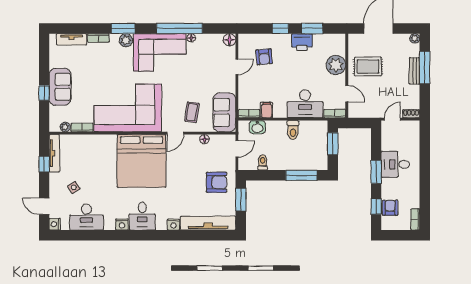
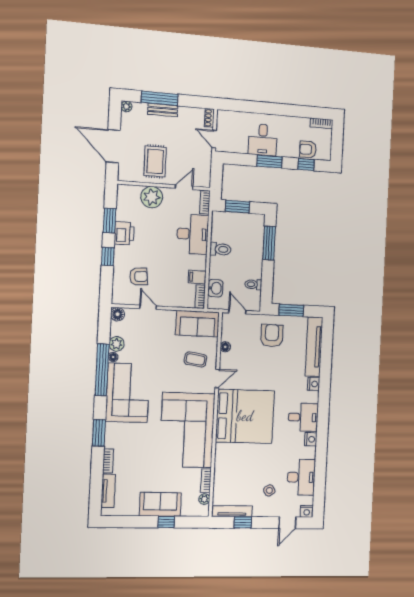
plant: (126, 40) -> (117, 344), moved
door: (175, 133) -> (217, 379), hinge flipped

